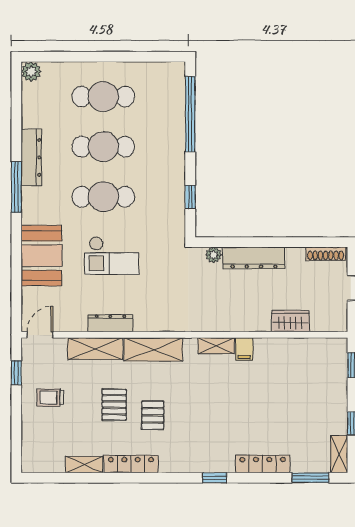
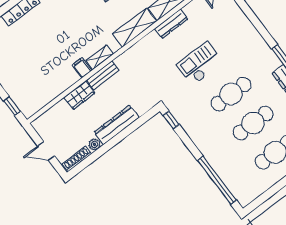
window: (190, 197) -> (171, 120), moved
plant: (213, 255) -> (94, 144), moved
booth: (41, 256) -> (241, 33), removed
wardrobe: (290, 321) -> (79, 95), moved
bench: (228, 324) -> (103, 75), added

